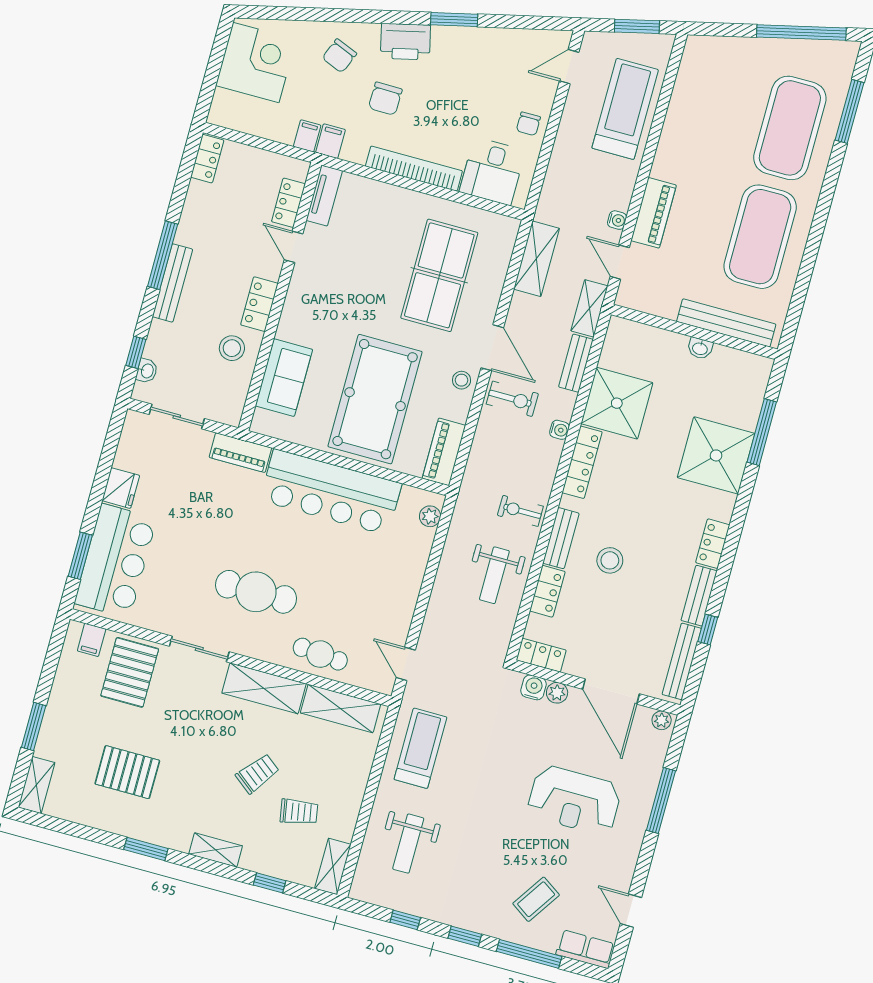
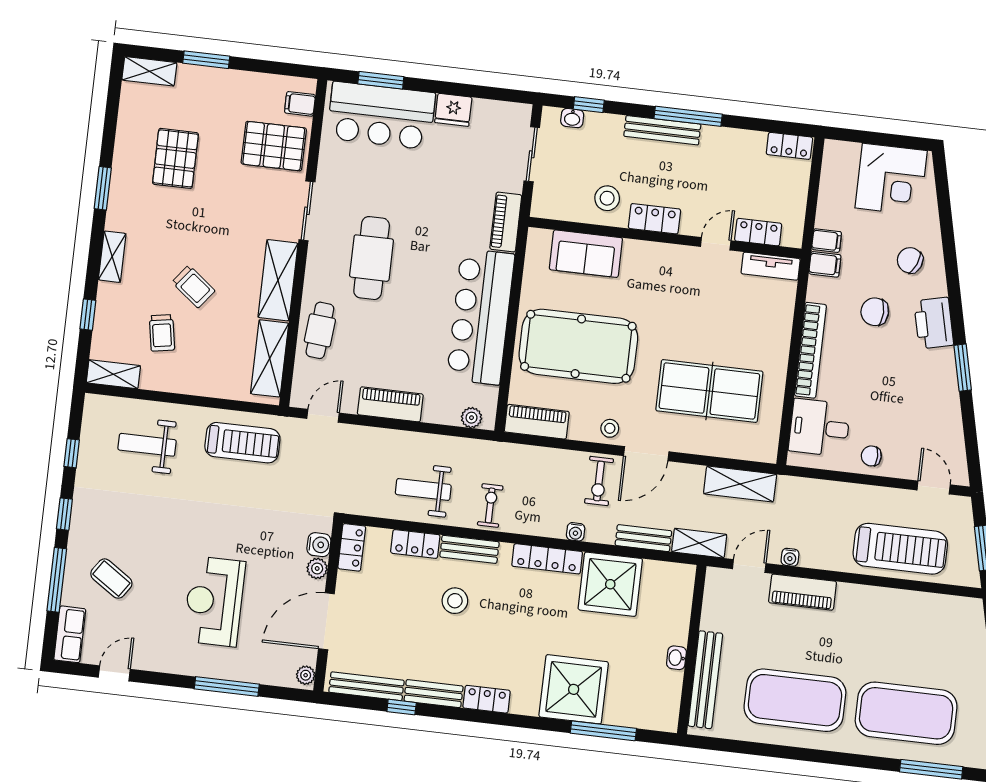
piano: (405, 595) -> (390, 404), added

